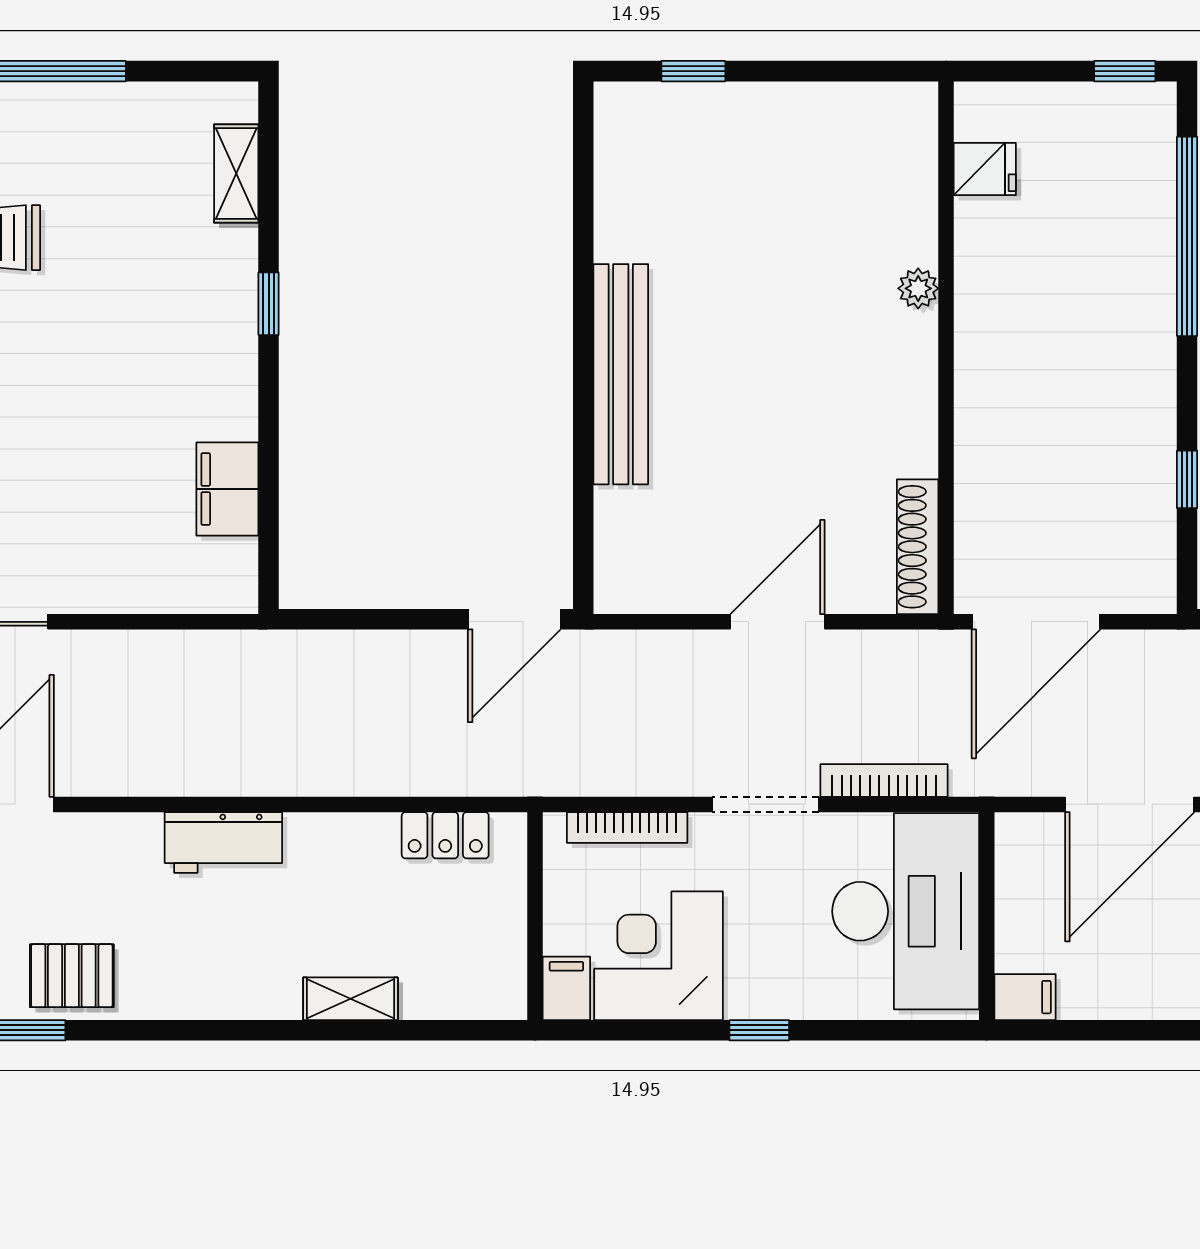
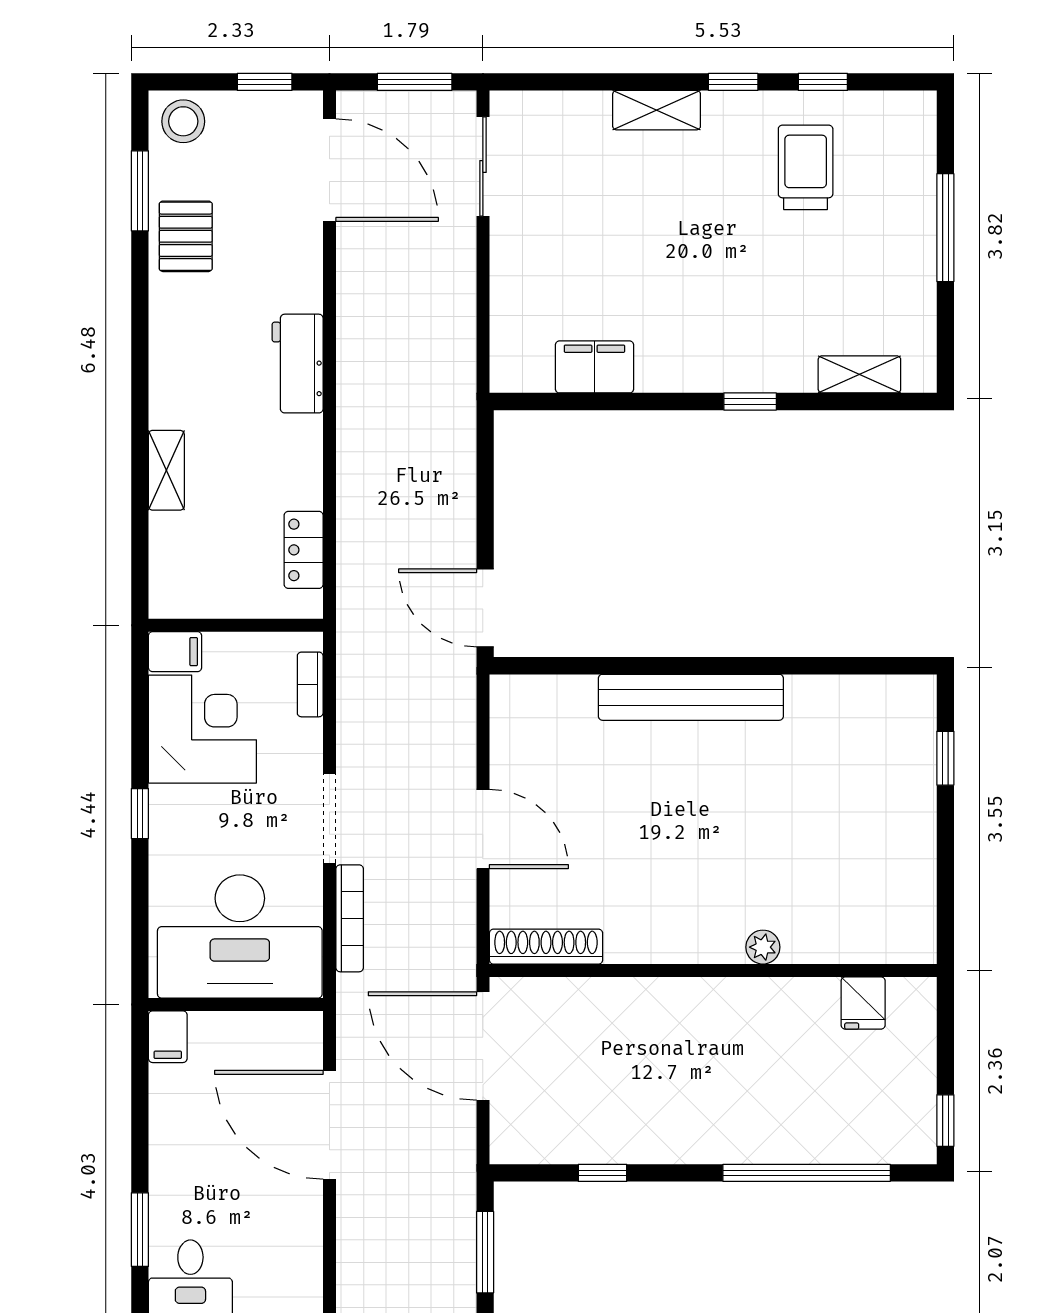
bookcase: (627, 827) -> (310, 684), width x0.64

